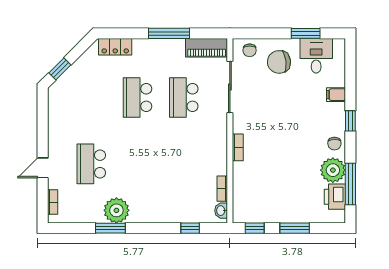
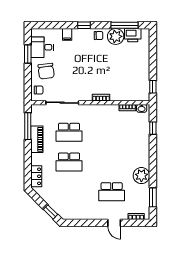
window: (169, 33) -> (28, 126), moved
piano: (207, 48) -> (37, 139), moved
window: (110, 228) -> (153, 197), moved
window: (295, 228) -> (153, 61), removed

